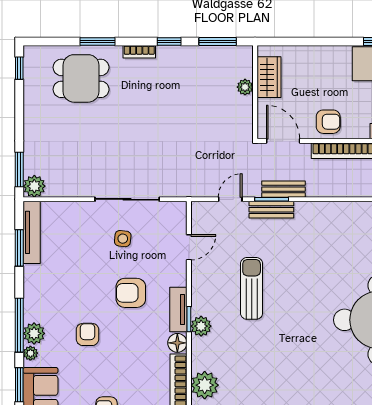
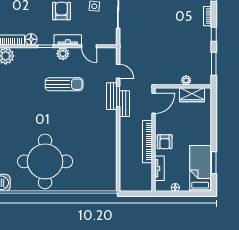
armchair: (328, 122) -> (165, 142), moved
tv unit: (178, 310) -> (68, 40), moved
plant: (201, 326) -> (63, 54), moved

